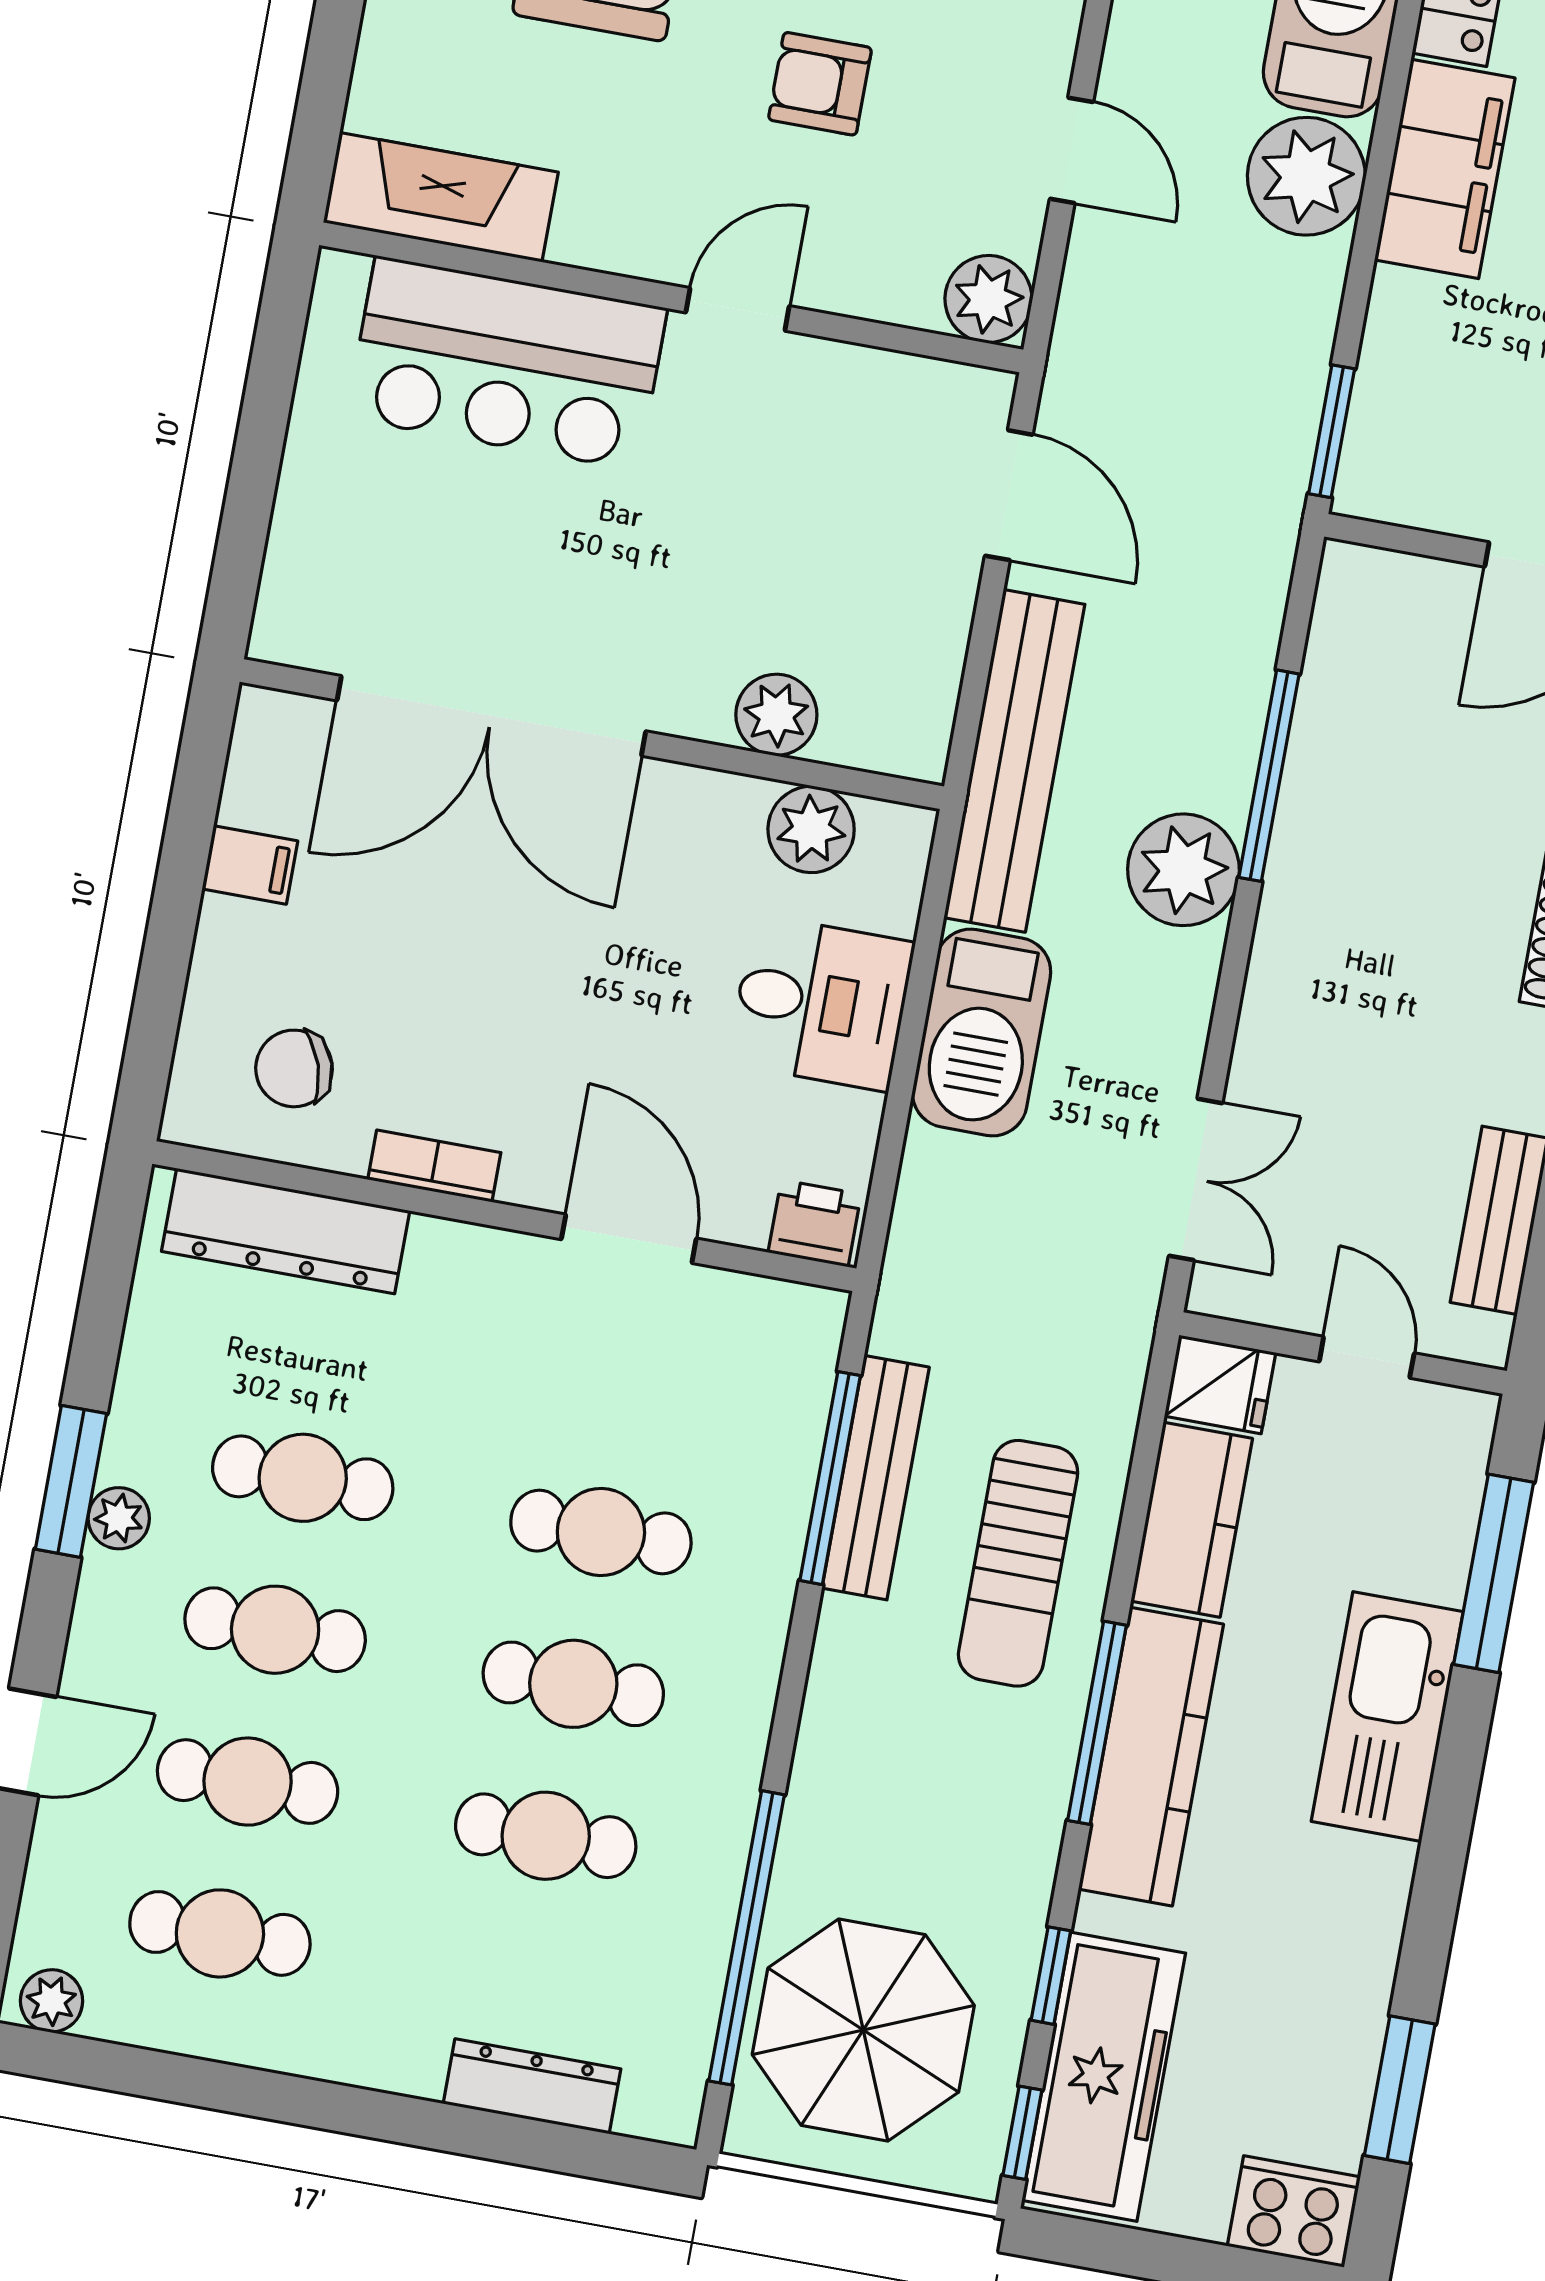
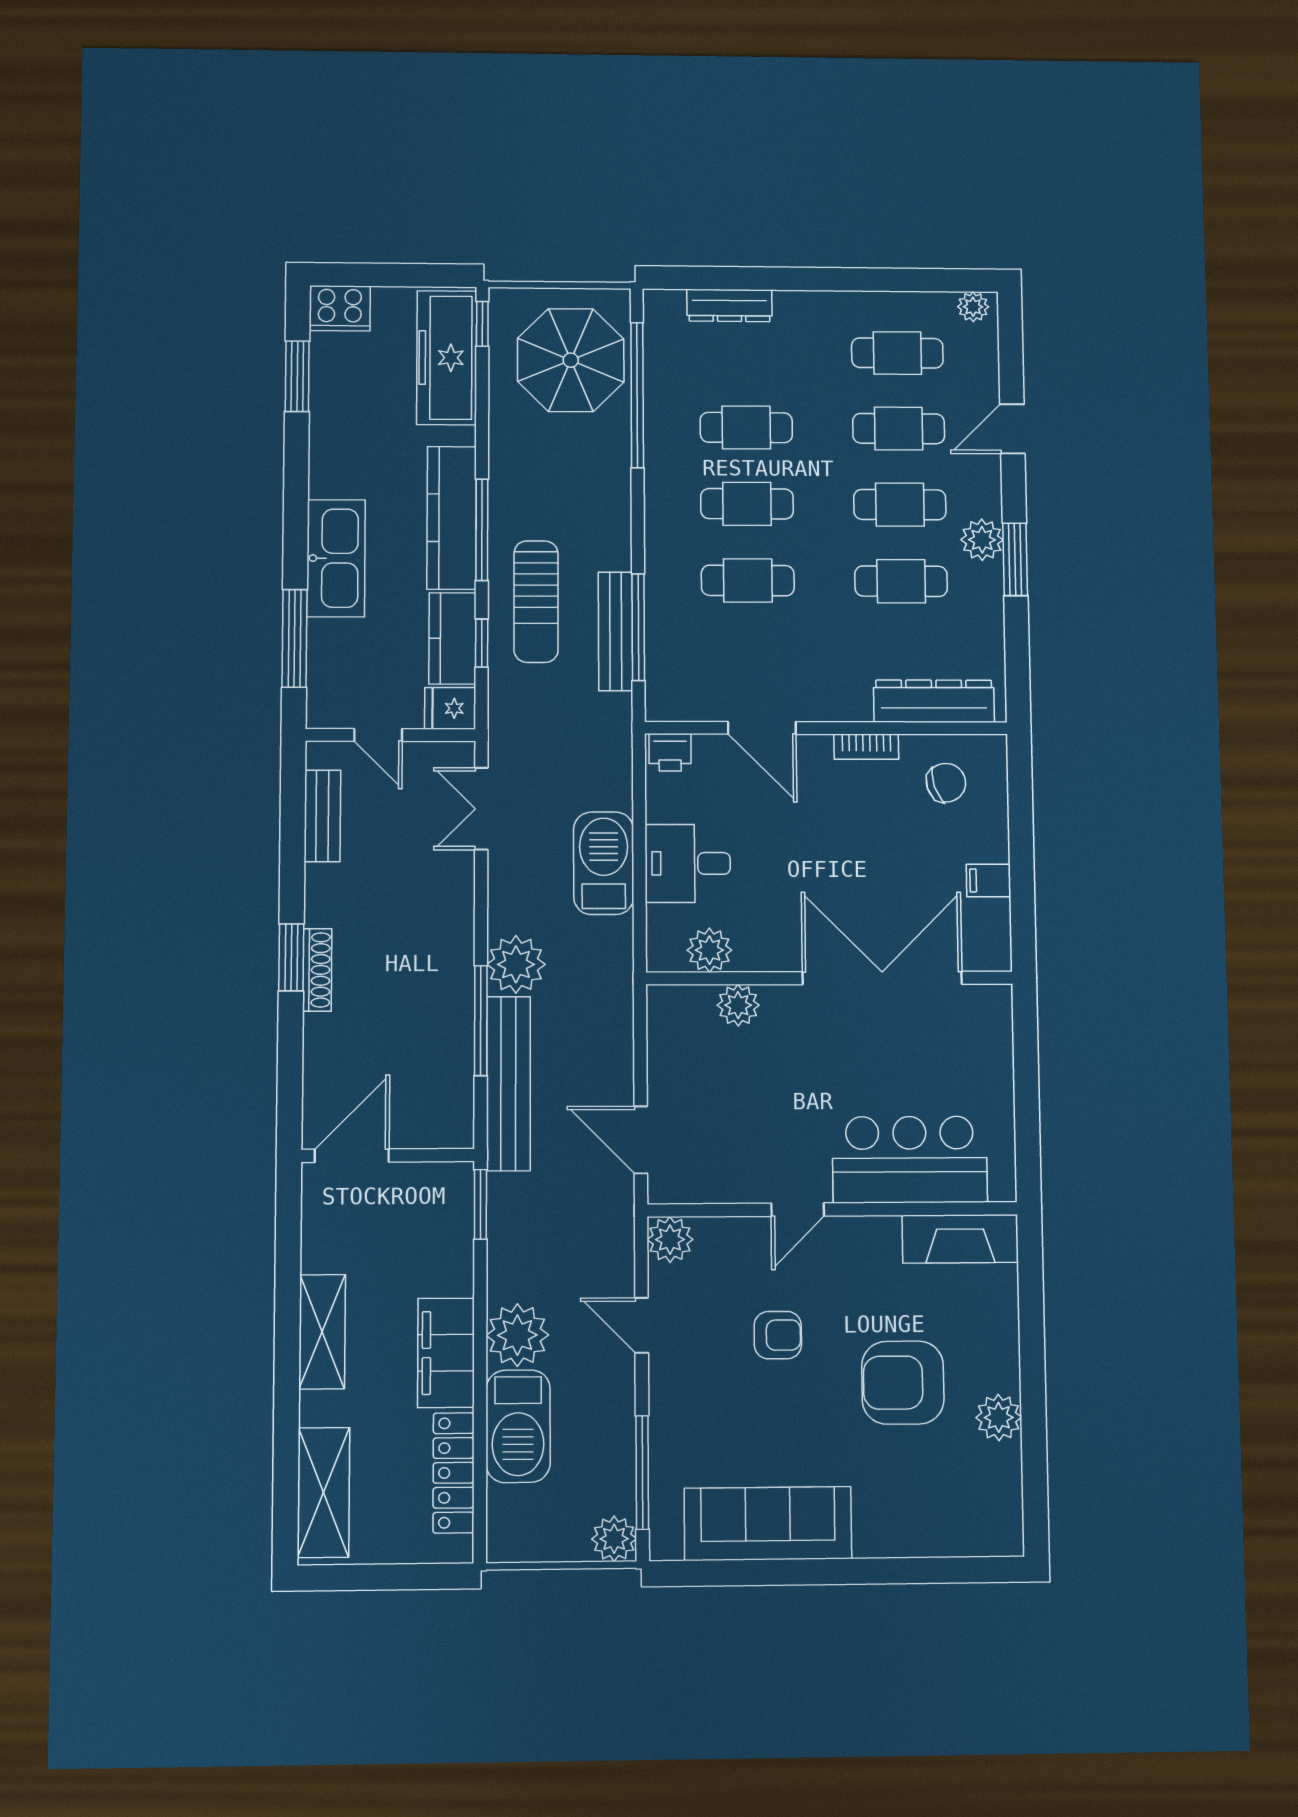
bench: (1014, 761) -> (508, 1083), moved
plant: (119, 1518) -> (982, 540), width x1.38, depth x1.38
sun lounger: (1018, 1563) -> (536, 602), turned 180
window: (1051, 1976) -> (482, 643), moved

